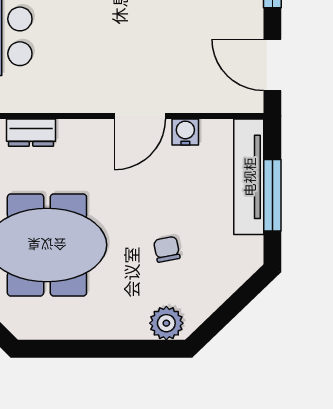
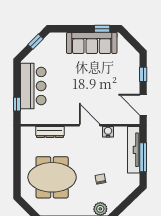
door: (140, 116) -> (90, 125), swing flipped
dresser: (31, 133) -> (50, 132), width x1.44

